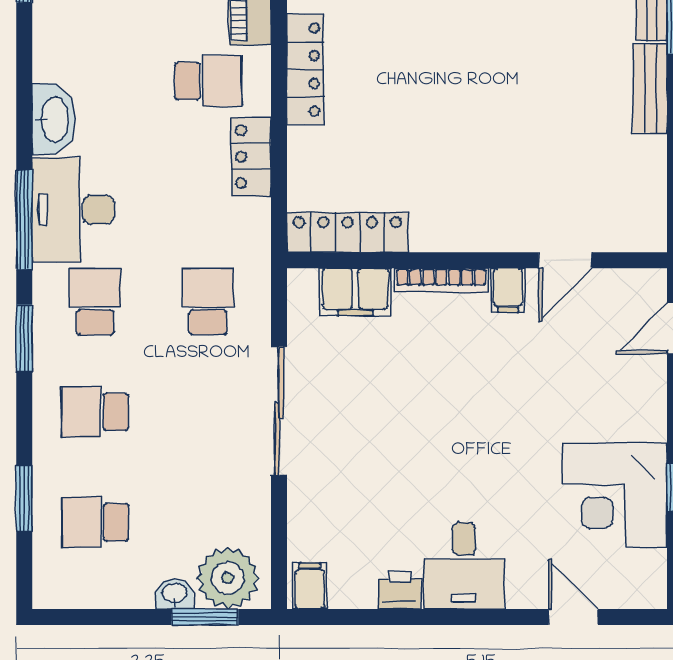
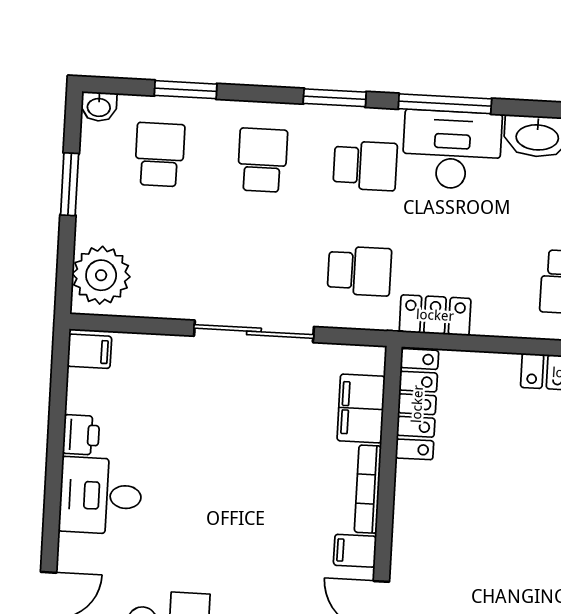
locker: (251, 157) -> (435, 315), moved
washbasin: (175, 594) -> (99, 107), moved, turned 90
window: (205, 617) -> (70, 184), moved

